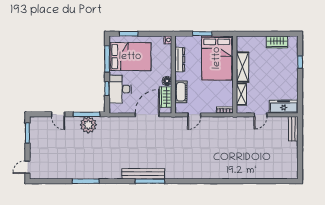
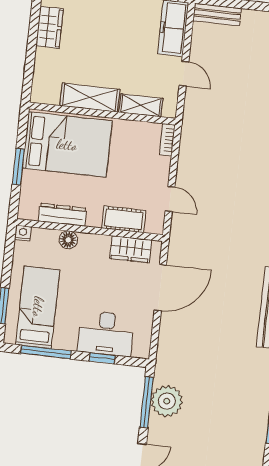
bed: (130, 57) -> (38, 307), width x0.67
floor lamp: (167, 81) -> (68, 240), moved
door: (147, 115) -> (160, 288), swing flipped

